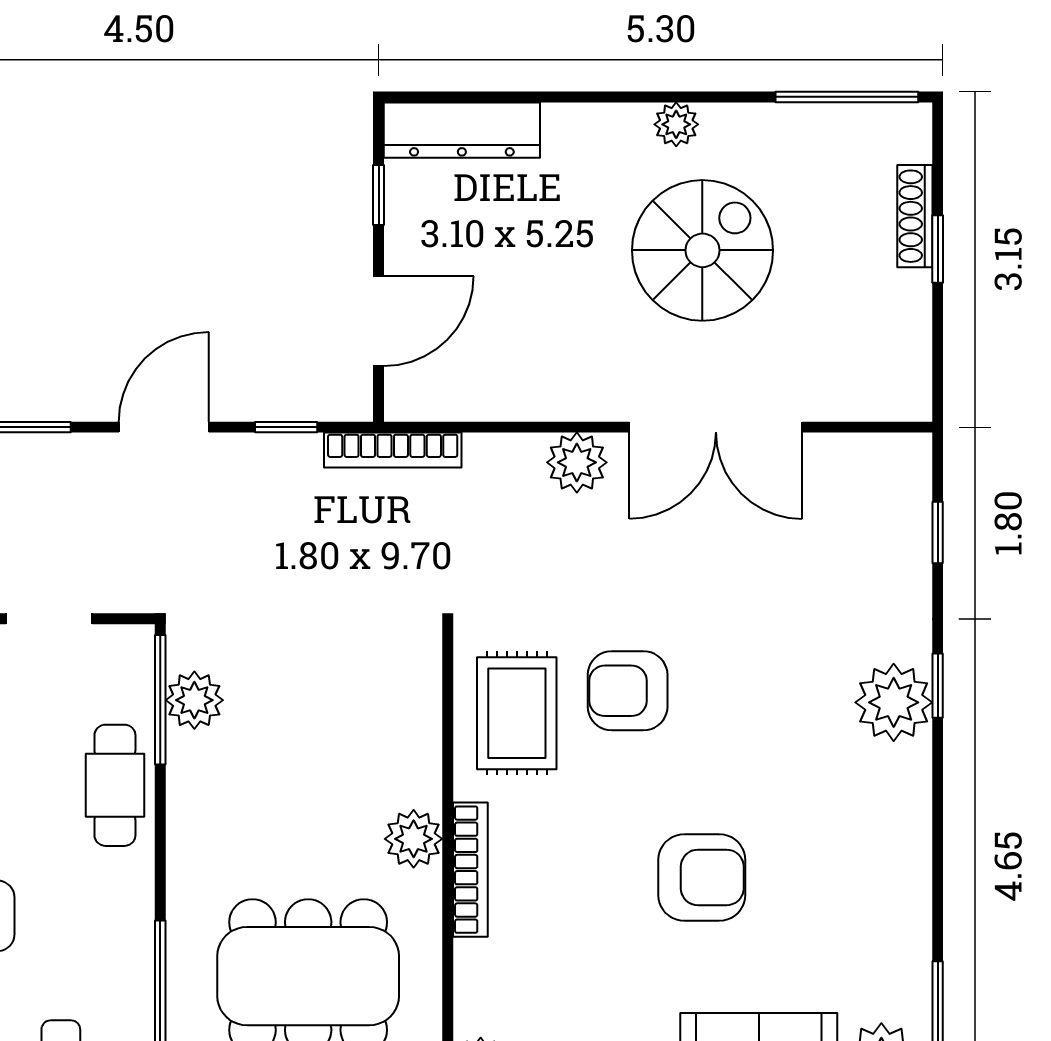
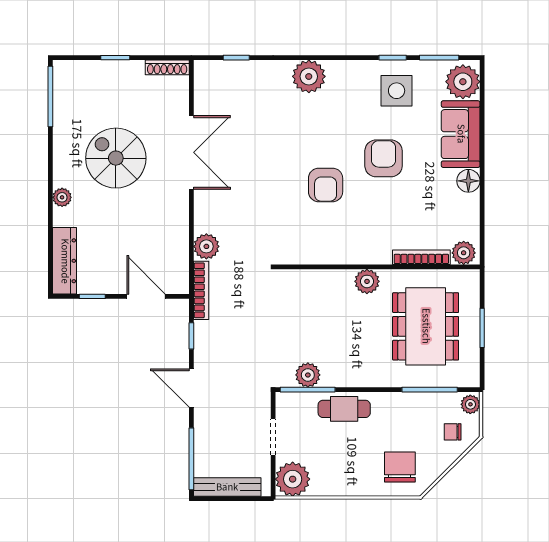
plant: (676, 124) -> (62, 197), moved
shoe rack: (915, 216) -> (167, 67), moved
plant: (577, 462) -> (206, 246), moved
window: (938, 686) -> (393, 58), moved
armchair: (628, 691) -> (326, 185), moved
rug: (517, 713) -> (313, 237), removed
bookcase: (470, 870) -> (421, 257), moved
side table: (860, 908) -> (397, 91), added

